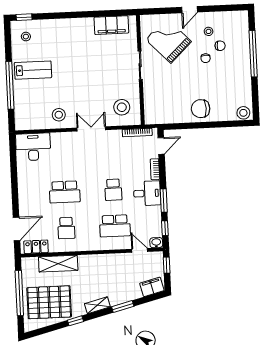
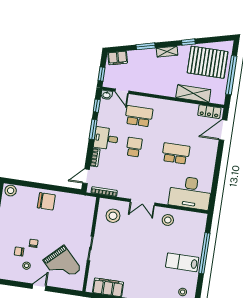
desk: (33, 147) -> (190, 193), width x1.36, depth x1.30
school desk: (66, 228) -> (180, 122), removed

